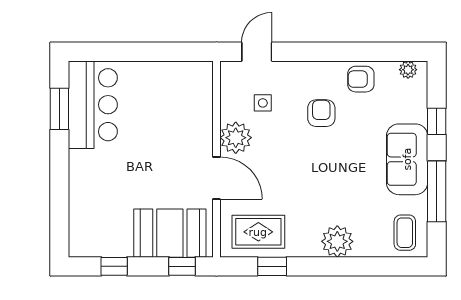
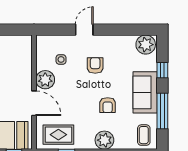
door: (257, 52) -> (84, 30), moved
plant: (408, 70) -> (146, 45), width x1.88, depth x1.88
armchair: (361, 79) -> (108, 105), moved, turned -90

